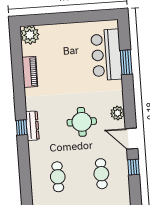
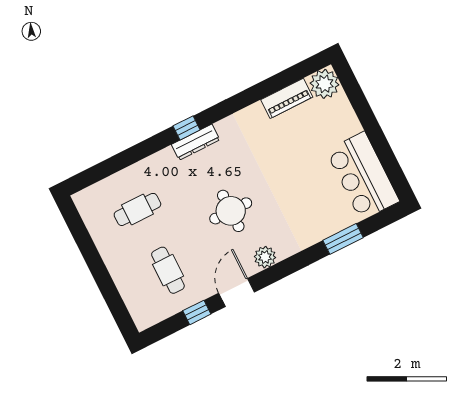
bar counter: (106, 55) -> (363, 176), moved, turned -90
piano: (30, 72) -> (287, 98), moved
cafe table: (101, 174) -> (168, 270), turned 90

